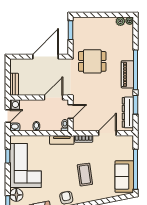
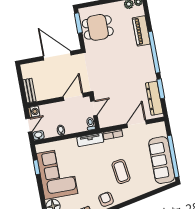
door: (45, 57) -> (57, 56), hinge flipped
dining table: (92, 61) -> (98, 27), moved
piano: (127, 74) -> (141, 31), moved
sofa: (124, 177) -> (162, 160), width x1.36

